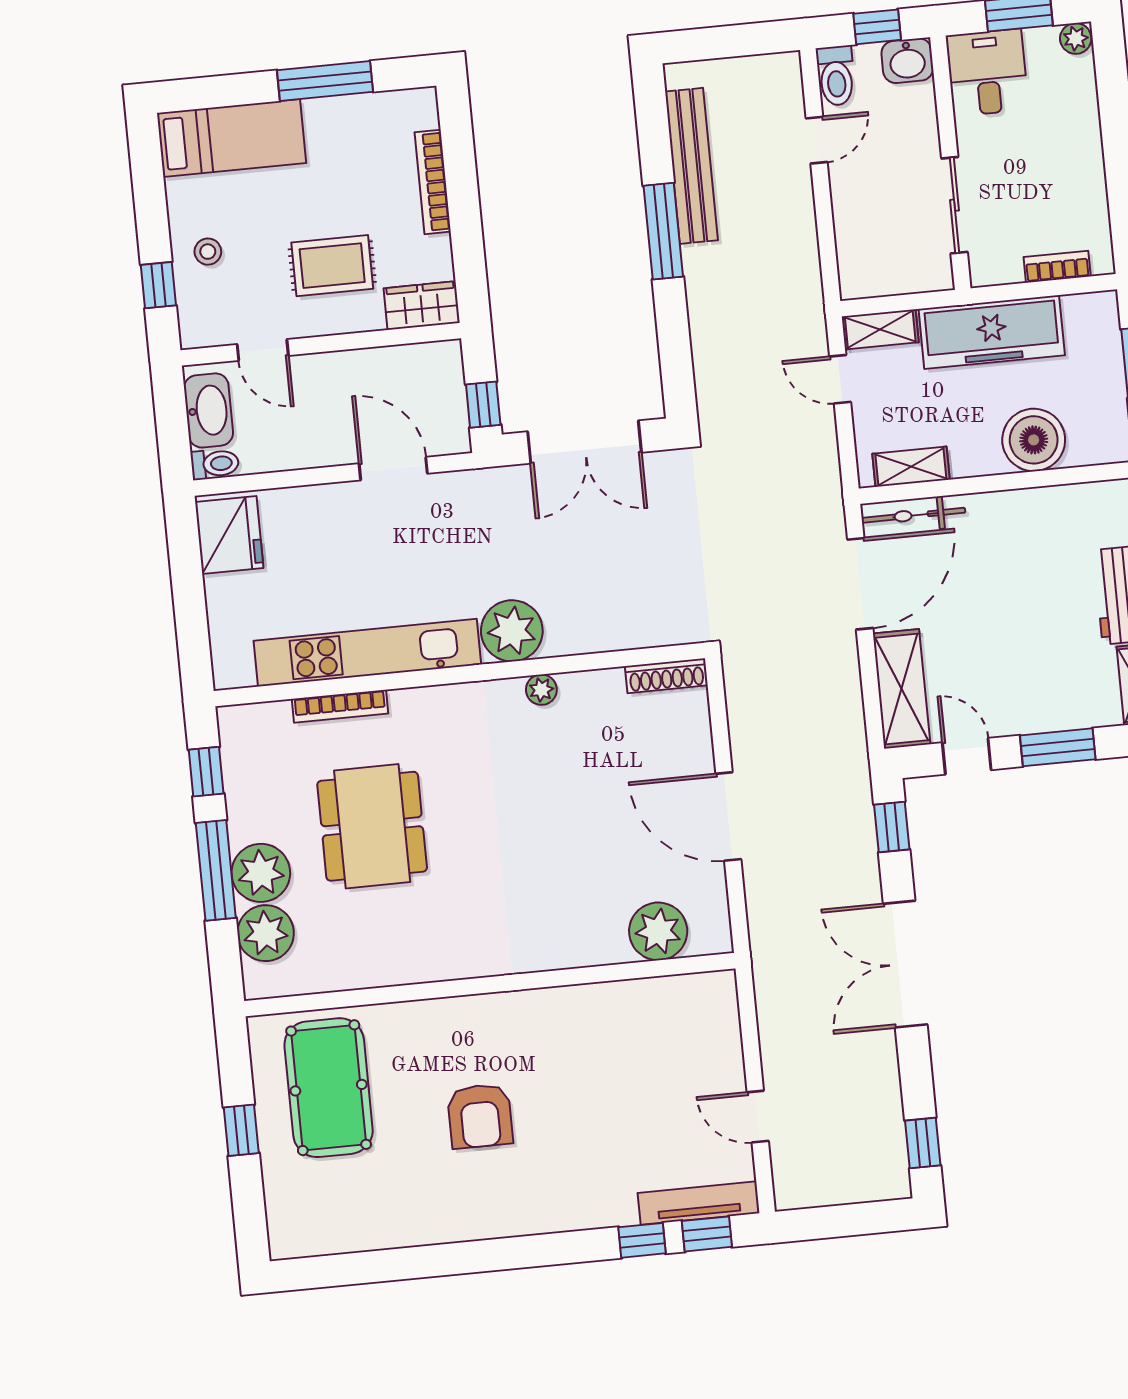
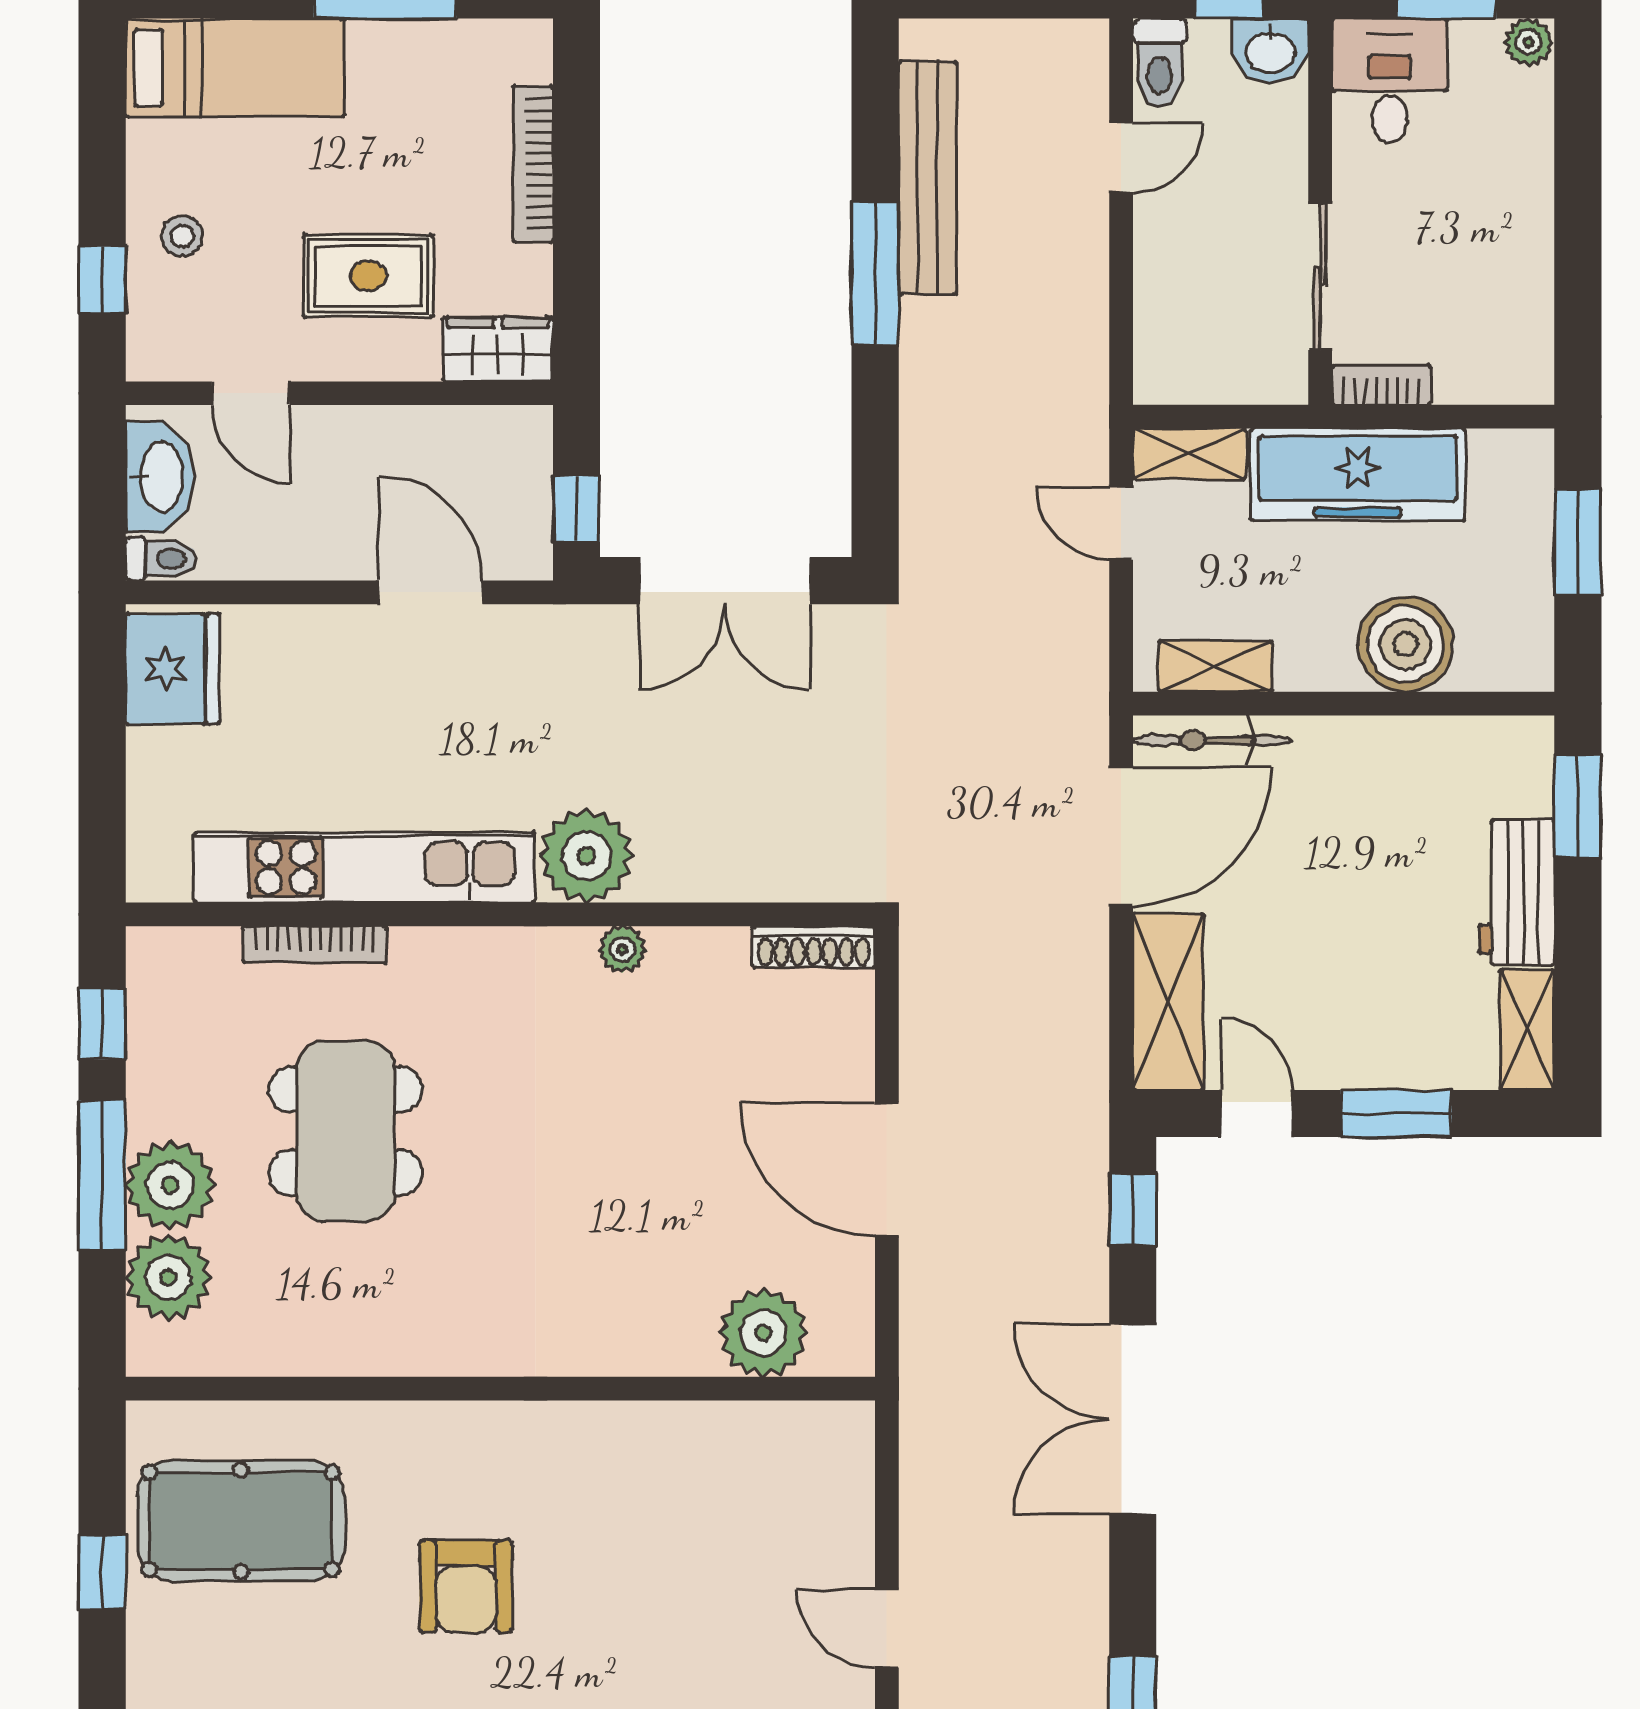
bookcase: (1057, 267) -> (1381, 385), moved
pool table: (329, 1088) -> (241, 1521), turned 90

